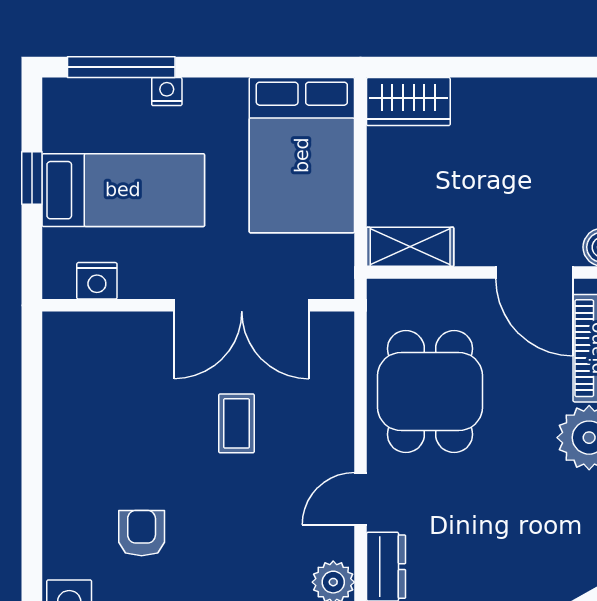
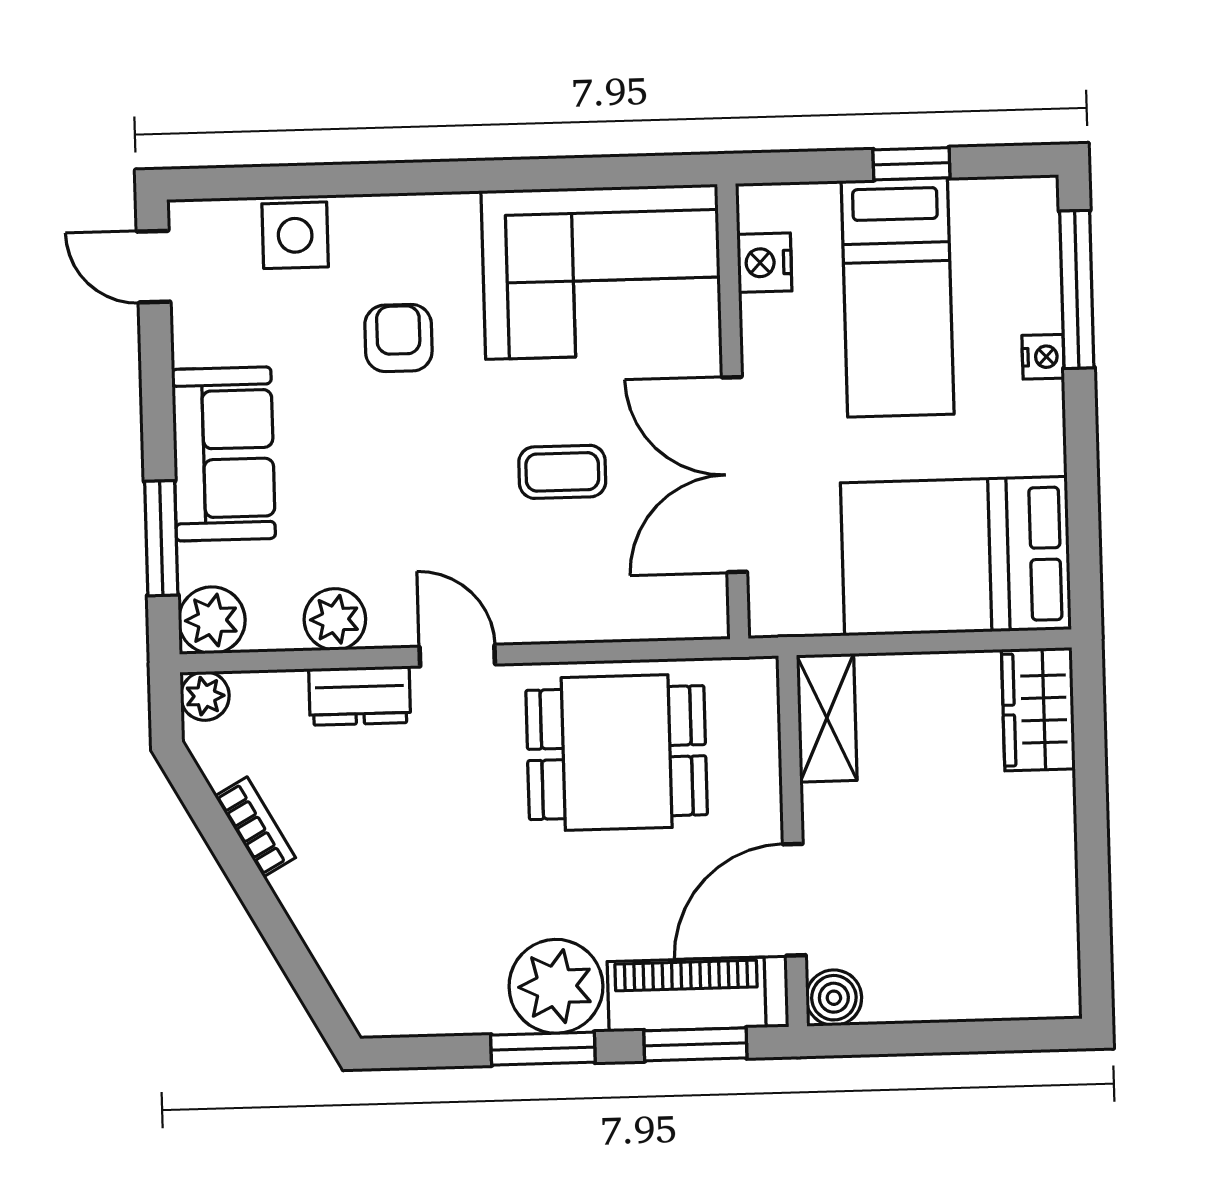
corner sofa: (100, 393) -> (602, 272), added
armchair: (142, 533) -> (398, 338), turned -90

